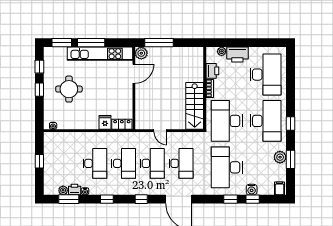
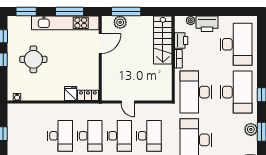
window: (91, 43) -> (70, 12), moved
plant: (141, 53) -> (120, 22), moved
stairs: (195, 106) -> (163, 40), moved

